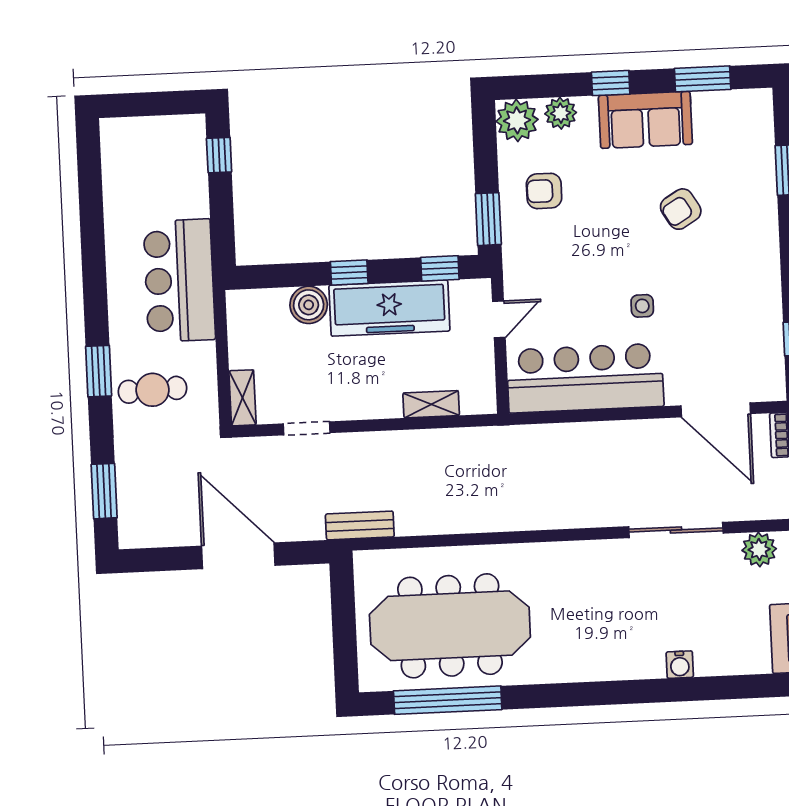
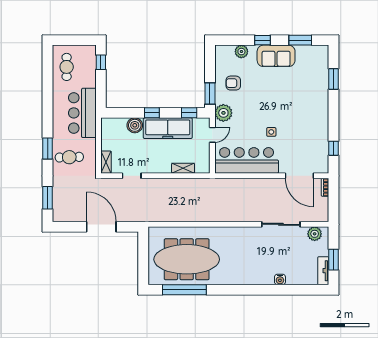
plant: (517, 120) -> (223, 113), moved
cafe table: (136, 170) -> (67, 67), added
armchair: (681, 209) -> (289, 93), removed
bench: (360, 525) -> (152, 217), removed

